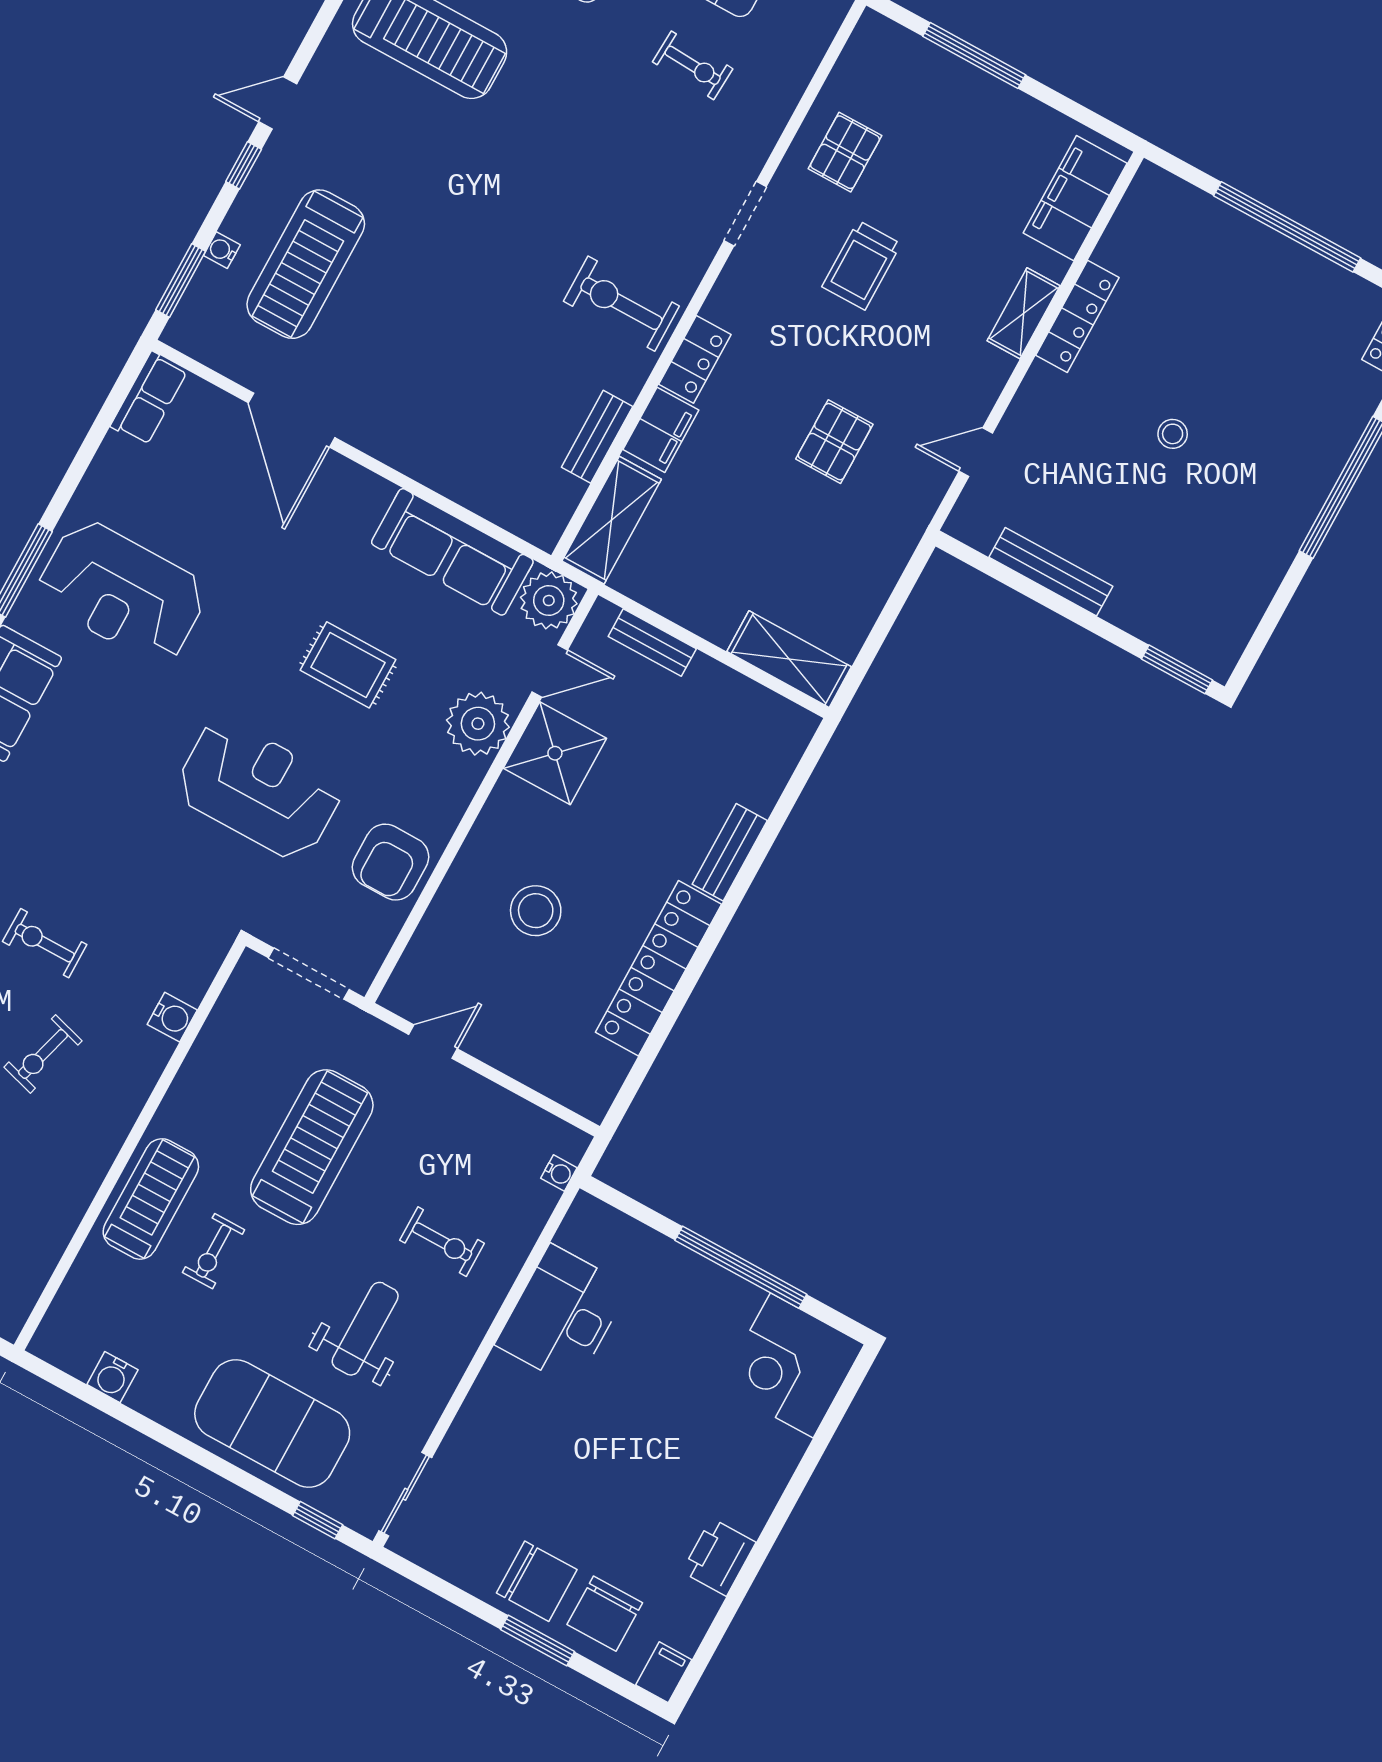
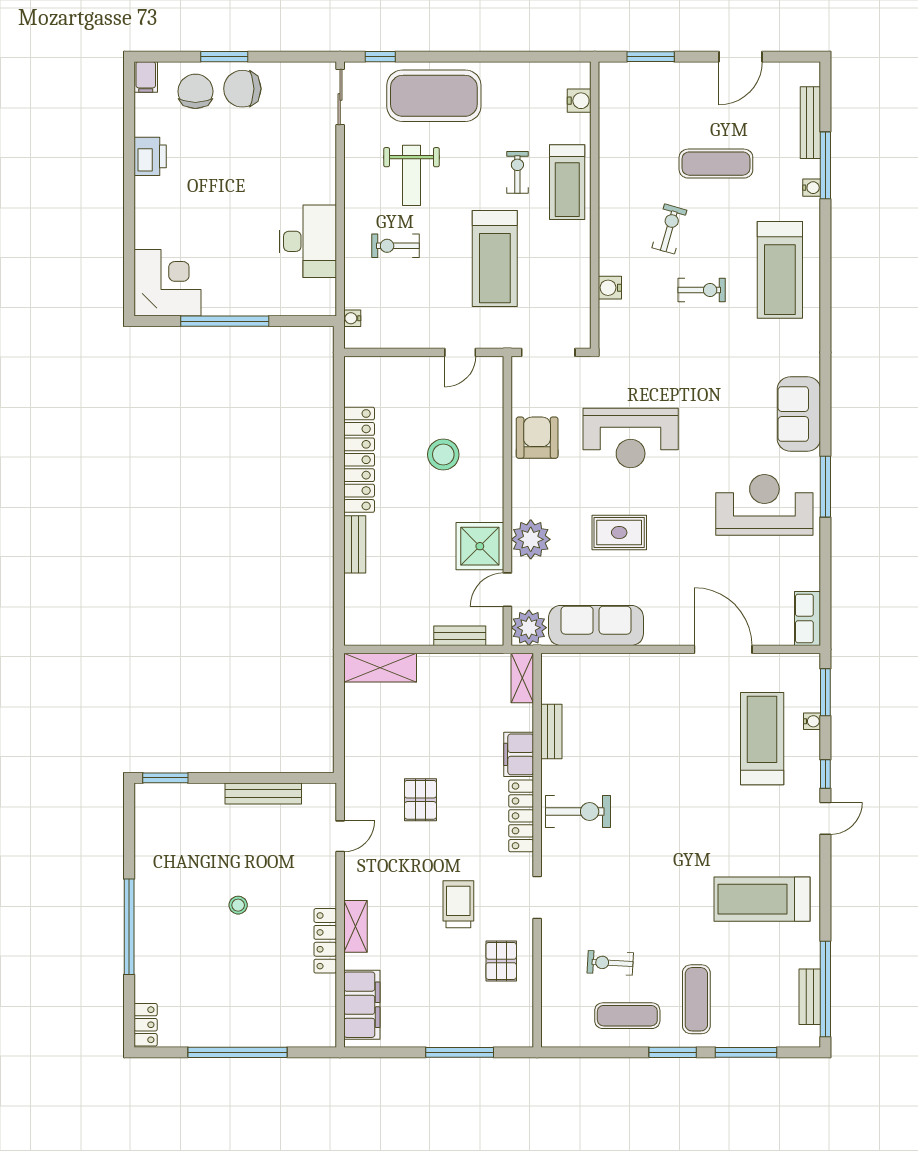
locker: (695, 359) -> (521, 816), width x1.53
shelving: (612, 520) -> (522, 678), width x0.67, depth x0.75
water cooler: (112, 1377) -> (579, 101), moved, turned 90

